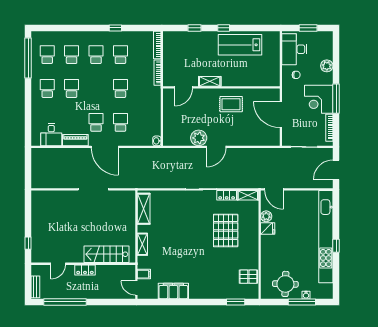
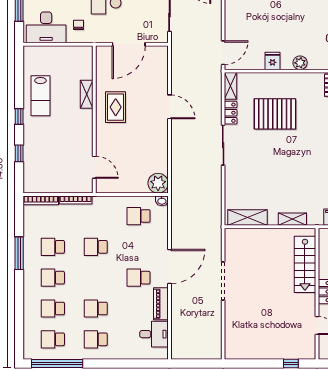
window: (115, 28) -> (19, 253), width x2.17
lab bench: (240, 45) -> (41, 96), width x0.73, depth x0.72
shelving: (210, 81) -> (87, 94), moved
school desk: (120, 122) -> (138, 216), moved
plant: (199, 138) -> (158, 183), moved
door: (216, 147) -> (169, 107), moved
plant: (266, 216) -> (300, 63), moved

